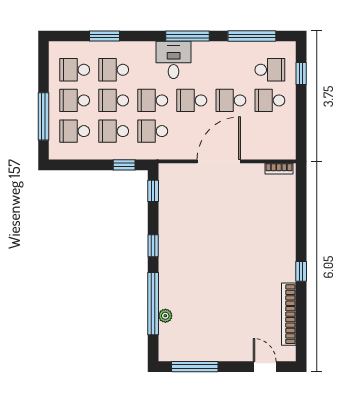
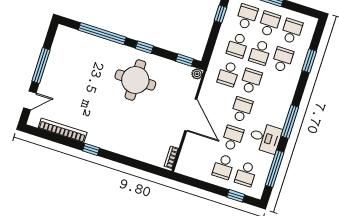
desk: (174, 60) -> (265, 138), moved
school desk: (114, 100) -> (260, 52), turned 180
school desk: (270, 100) -> (223, 167), turned 180
school desk: (114, 131) -> (238, 45), turned 180
school desk: (153, 131) -> (228, 74), turned 180
window: (124, 165) -> (220, 14), moved
round table: (197, 244) -> (135, 80), added
plant: (165, 316) -> (197, 74), moved
window: (195, 367) -> (41, 65), moved

